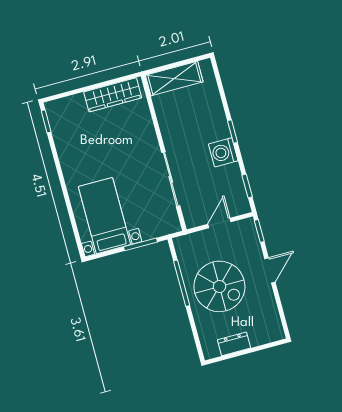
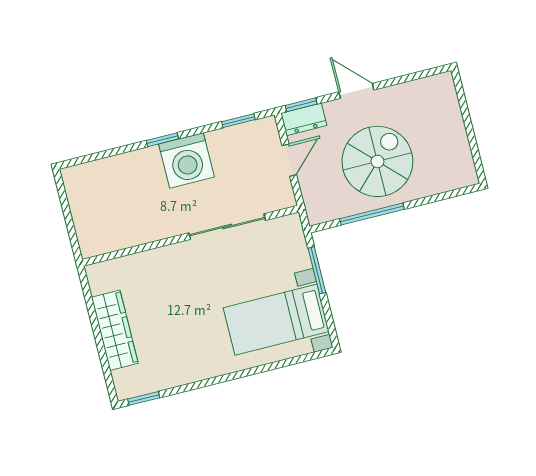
shelving: (174, 79) -> (87, 219), removed
wardrobe: (113, 95) -> (115, 330), moved
washing machine: (223, 152) -> (187, 160), width x1.37, depth x1.37
door: (219, 223) -> (289, 160), swing flipped
dresser: (234, 344) -> (304, 119), moved, turned -90

